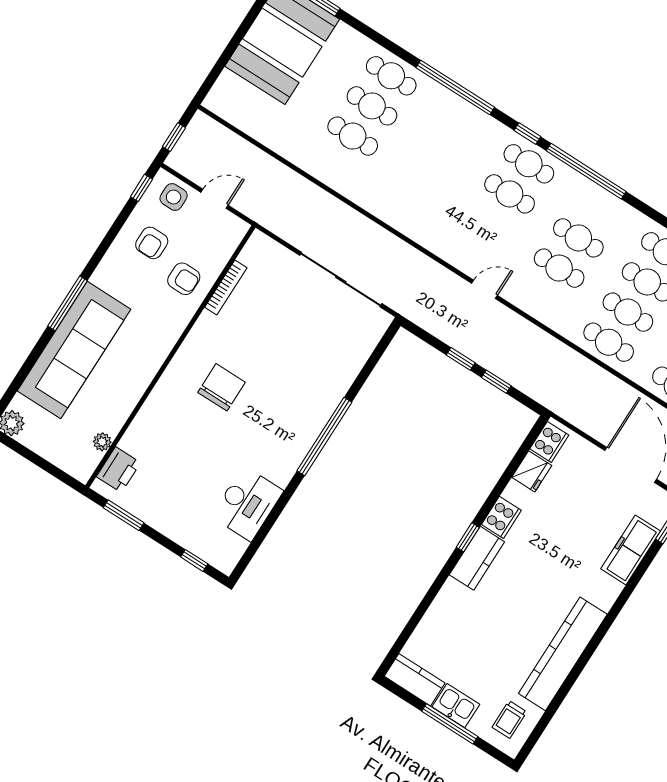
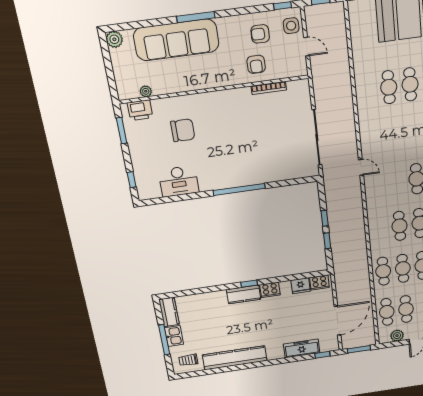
door: (484, 289) -> (361, 167), moved
chair: (222, 387) -> (183, 130), moved

